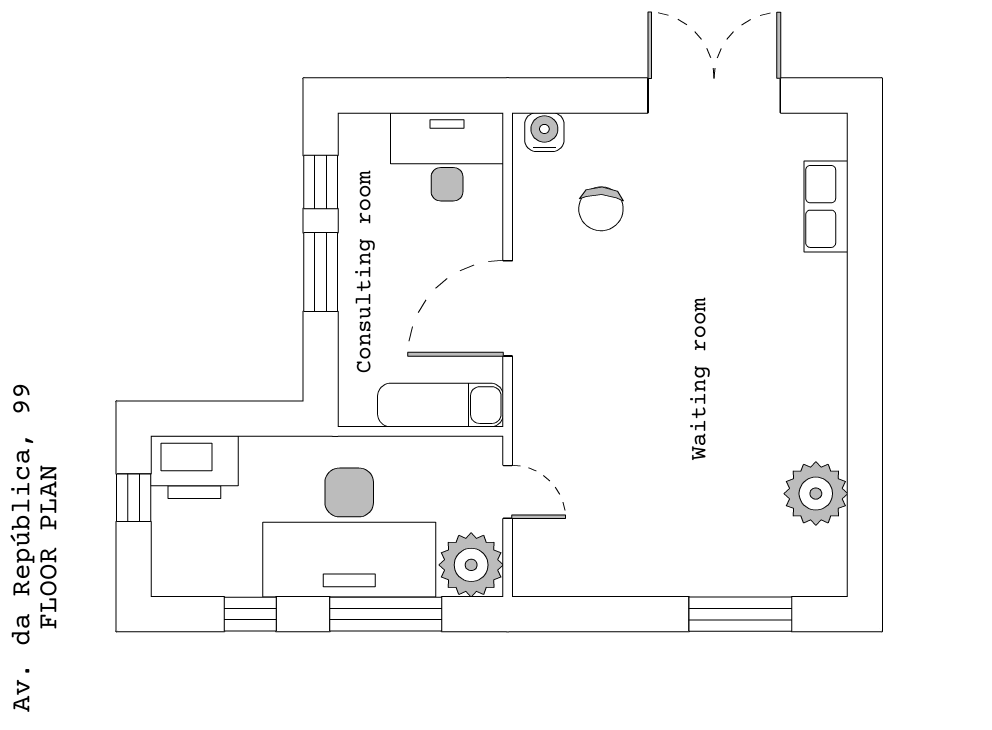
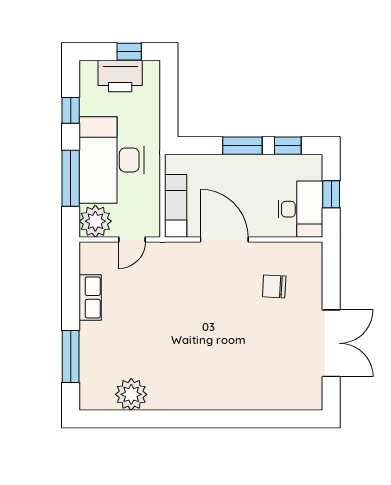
window: (418, 96) -> (331, 194), added
water cooler: (544, 132) -> (313, 258), removed
row of seats: (826, 206) -> (90, 297), moved, turned 90
printer: (194, 467) -> (120, 76), moved, turned -90

